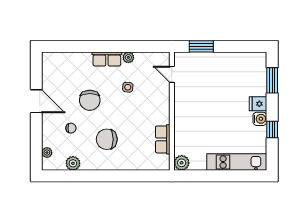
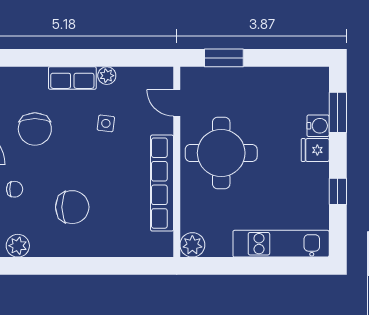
chair: (90, 100) -> (35, 129), moved
round table: (200, 106) -> (221, 153), added
water cooler: (260, 119) -> (318, 126), moved
chair: (107, 139) -> (72, 207), turned 180
row of seats: (163, 139) -> (162, 183), width x2.02

